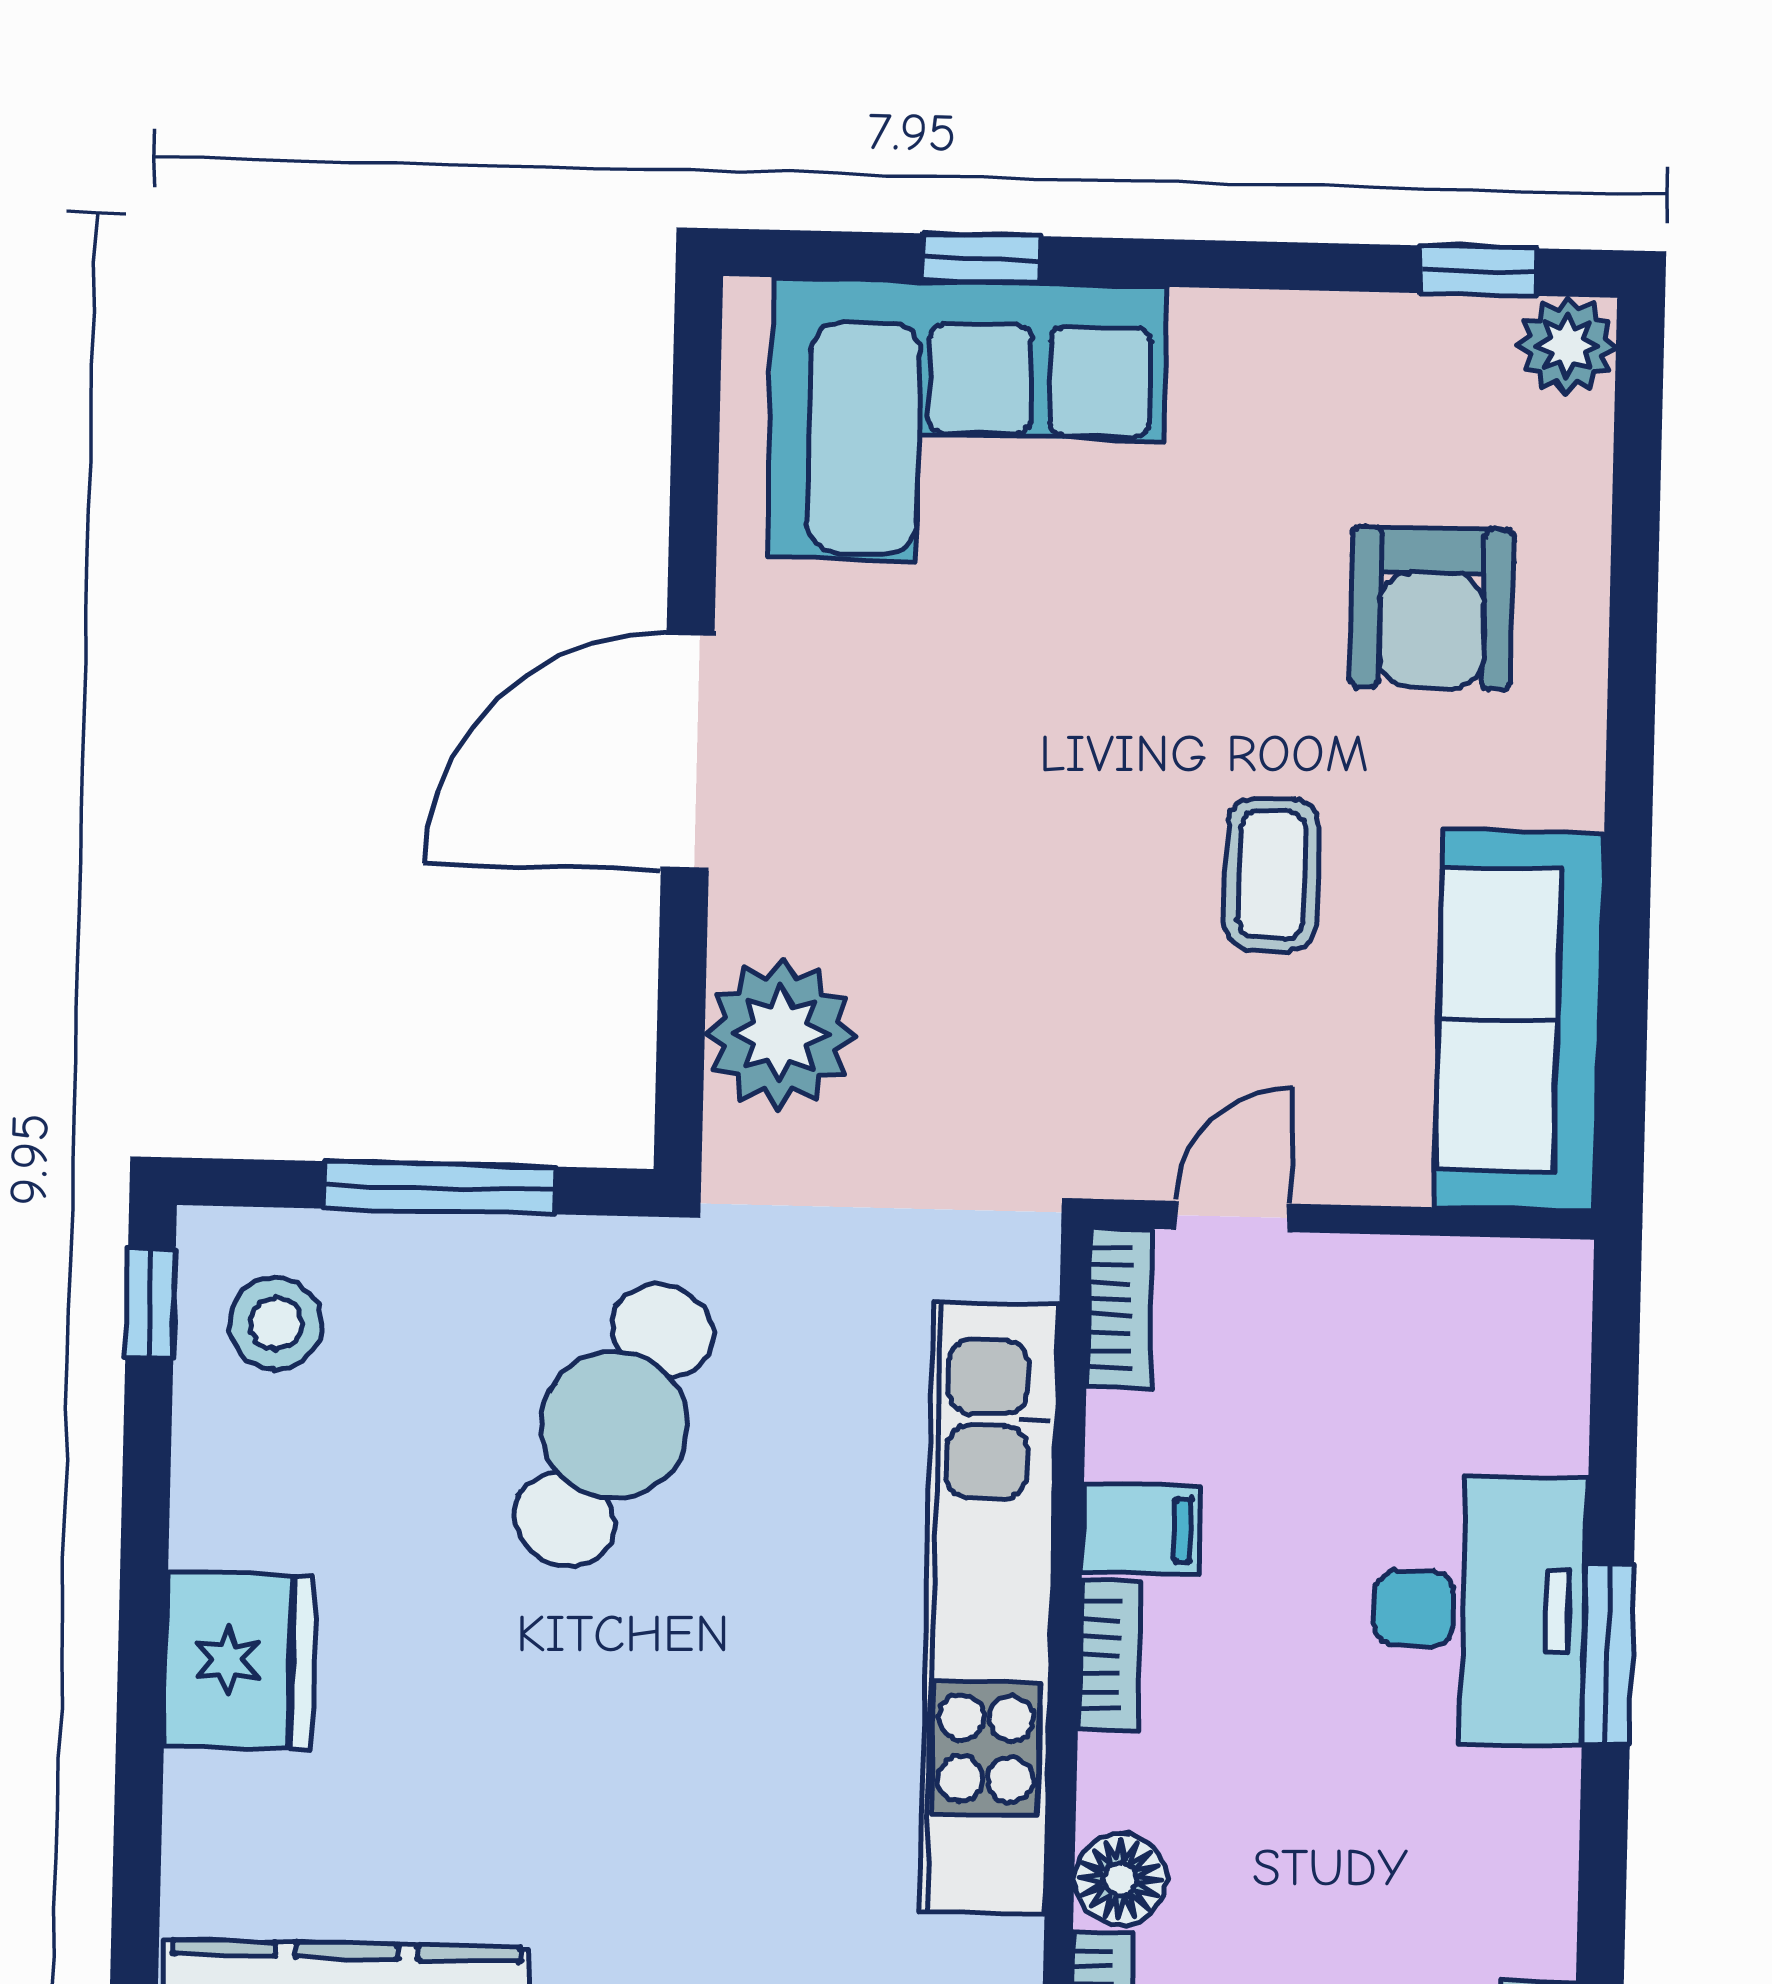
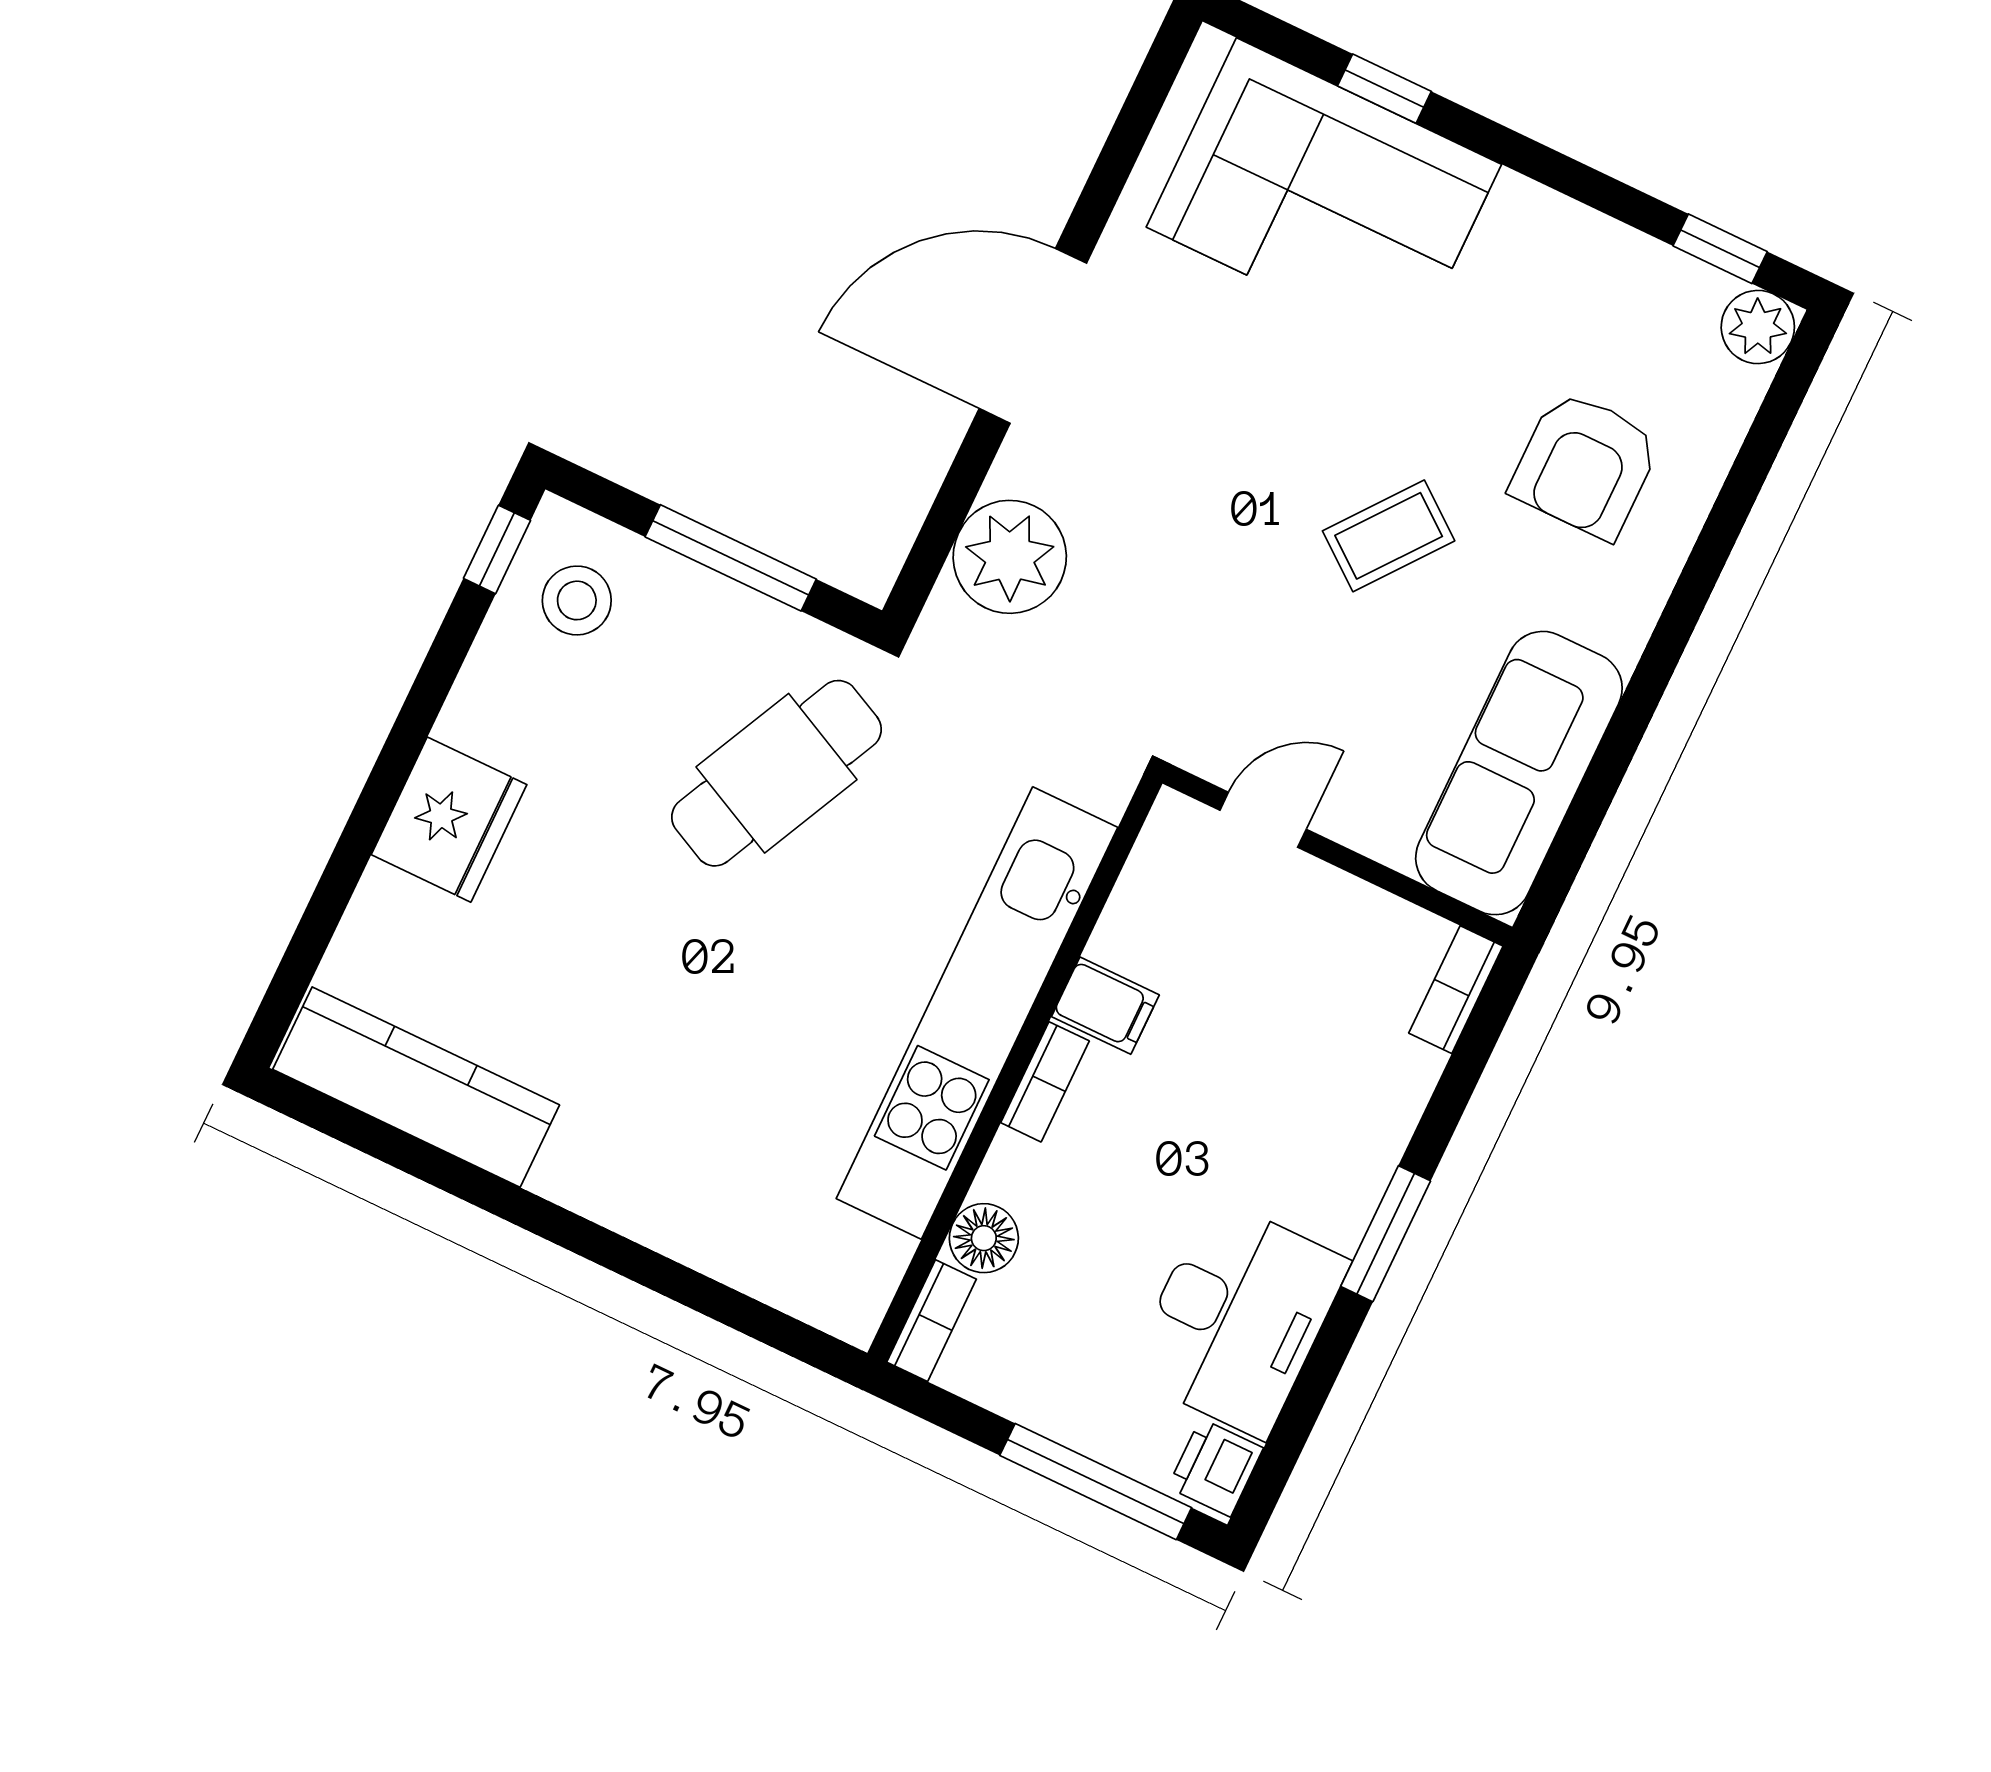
coffee table: (1272, 874) -> (1389, 536), moved, turned 38
bookcase: (1120, 1308) -> (1456, 990), moved, turned 180
desk: (1479, 1610) -> (1238, 1318), moved

